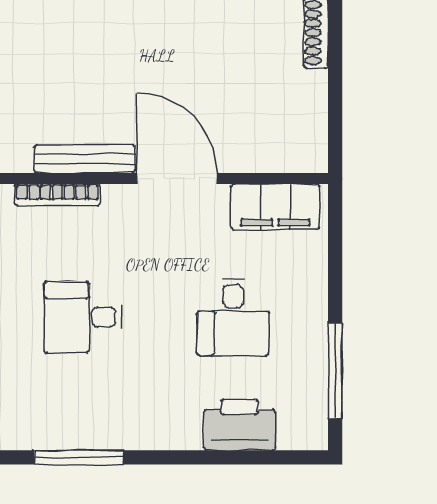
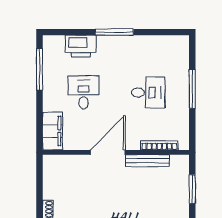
door: (177, 178) -> (108, 152), swing flipped
filing cabinet: (275, 207) -> (52, 131), moved, turned 90
window: (79, 457) -> (114, 32), moved

